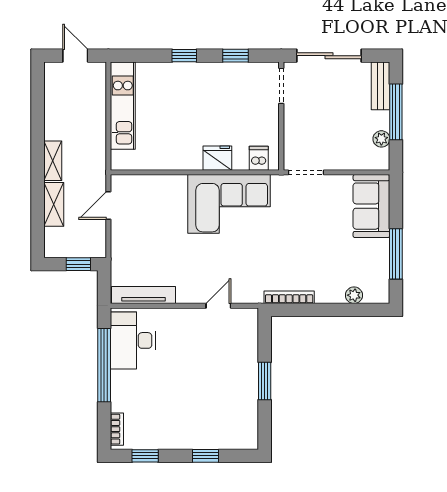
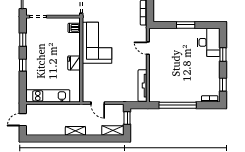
fridge: (217, 158) -> (74, 63), moved
shelving: (54, 204) -> (113, 130), moved
desk: (133, 340) -> (209, 42), moved, turned -90

